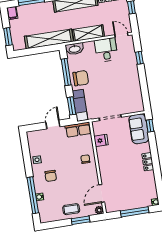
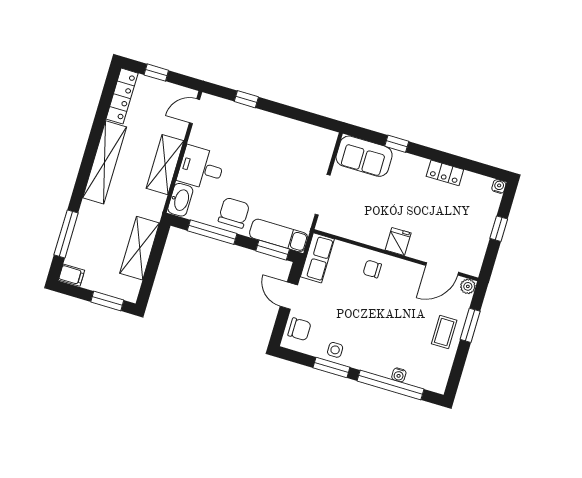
shelving: (49, 39) -> (140, 248), width x0.68
desk: (106, 50) -> (201, 168), moved
window: (150, 126) -> (397, 144), moved
fridge: (101, 140) -> (398, 242), moved
window: (28, 162) -> (331, 367), added
locker: (148, 162) -> (445, 173), moved
chair: (51, 176) -> (299, 329), moved
door: (102, 193) -> (442, 269), hinge flipped
window: (135, 212) -> (499, 229), width x0.46

